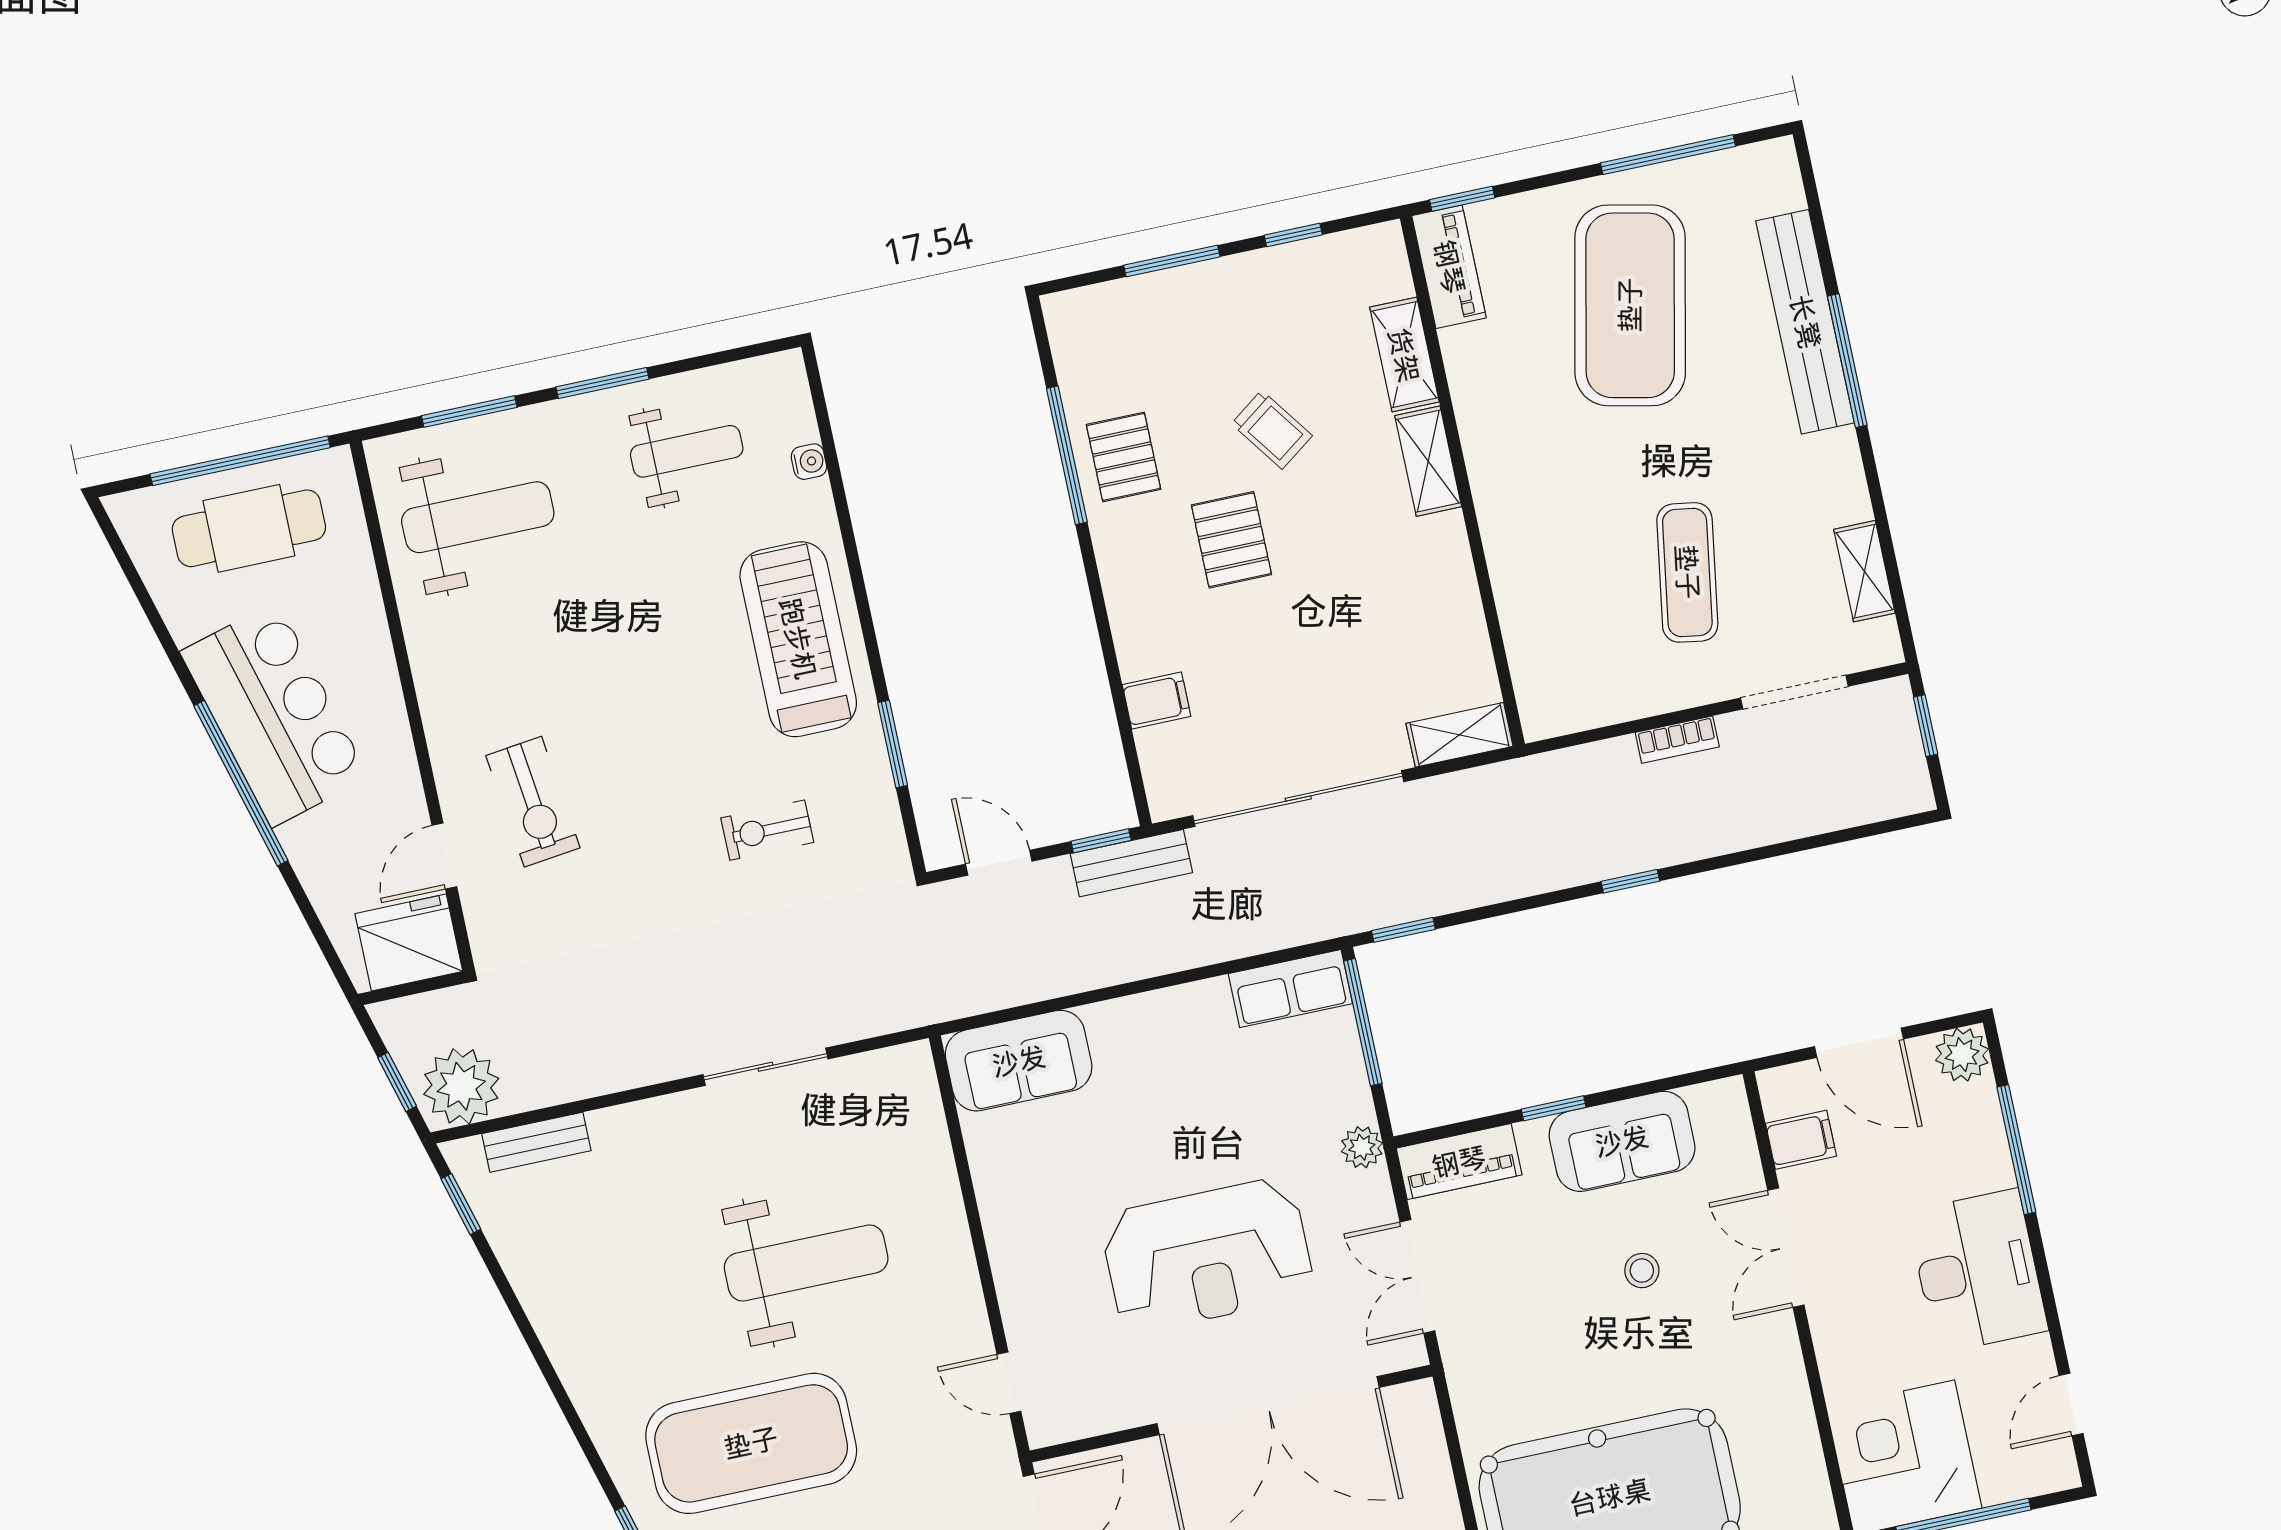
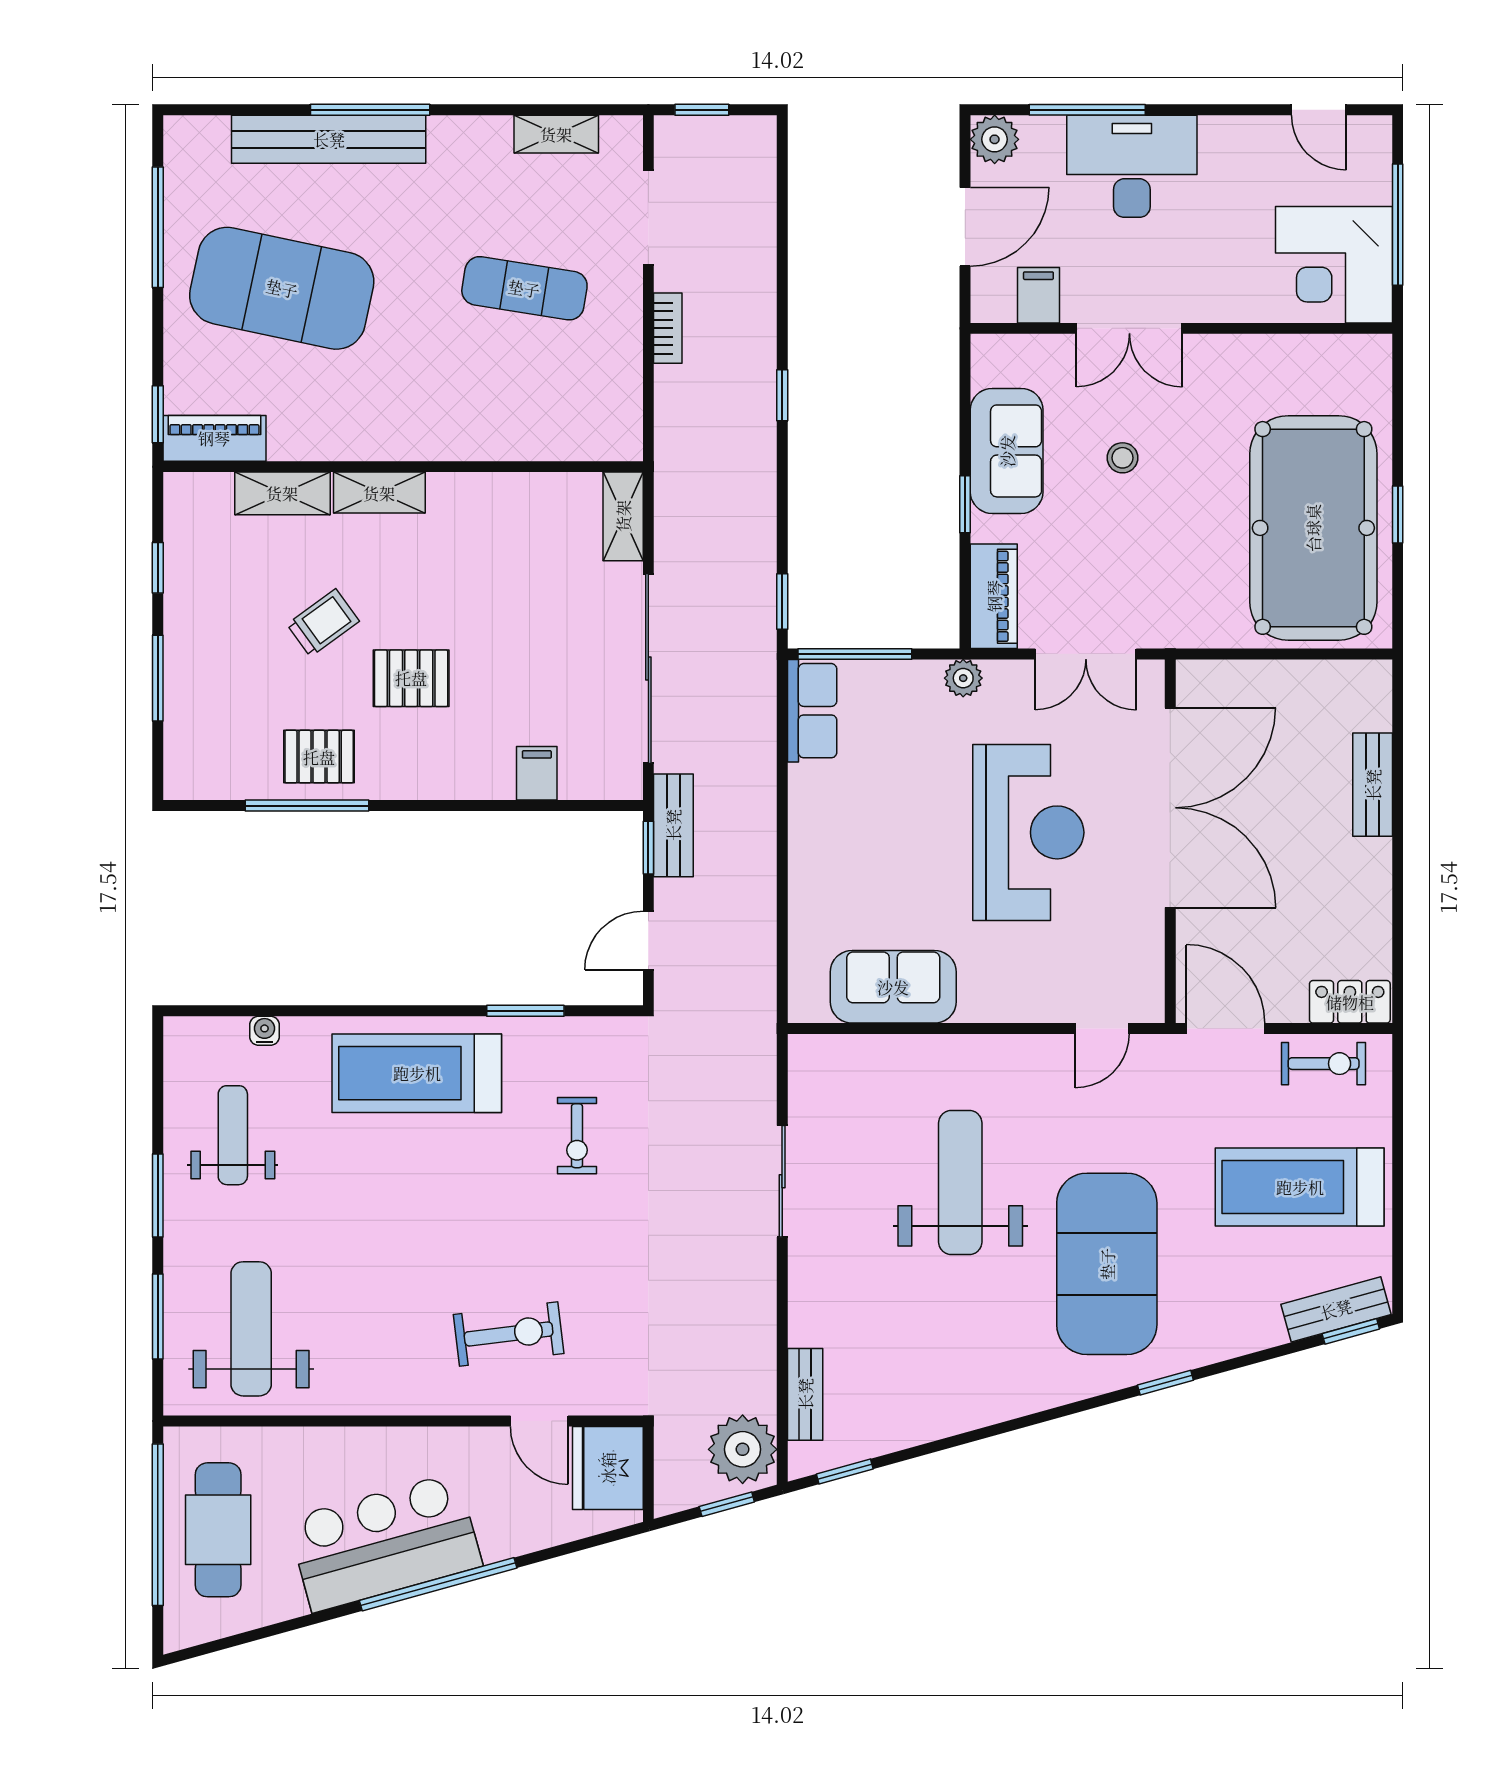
sofa: (1019, 1061) -> (893, 987), moved, turned -90
desk: (1977, 1271) -> (1132, 166), moved

